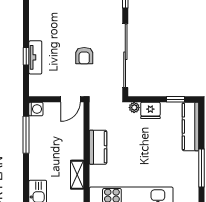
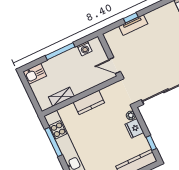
armchair: (84, 56) -> (152, 60), removed
washing machine: (36, 109) -> (85, 49), moved
window: (26, 135) -> (60, 51), moved

